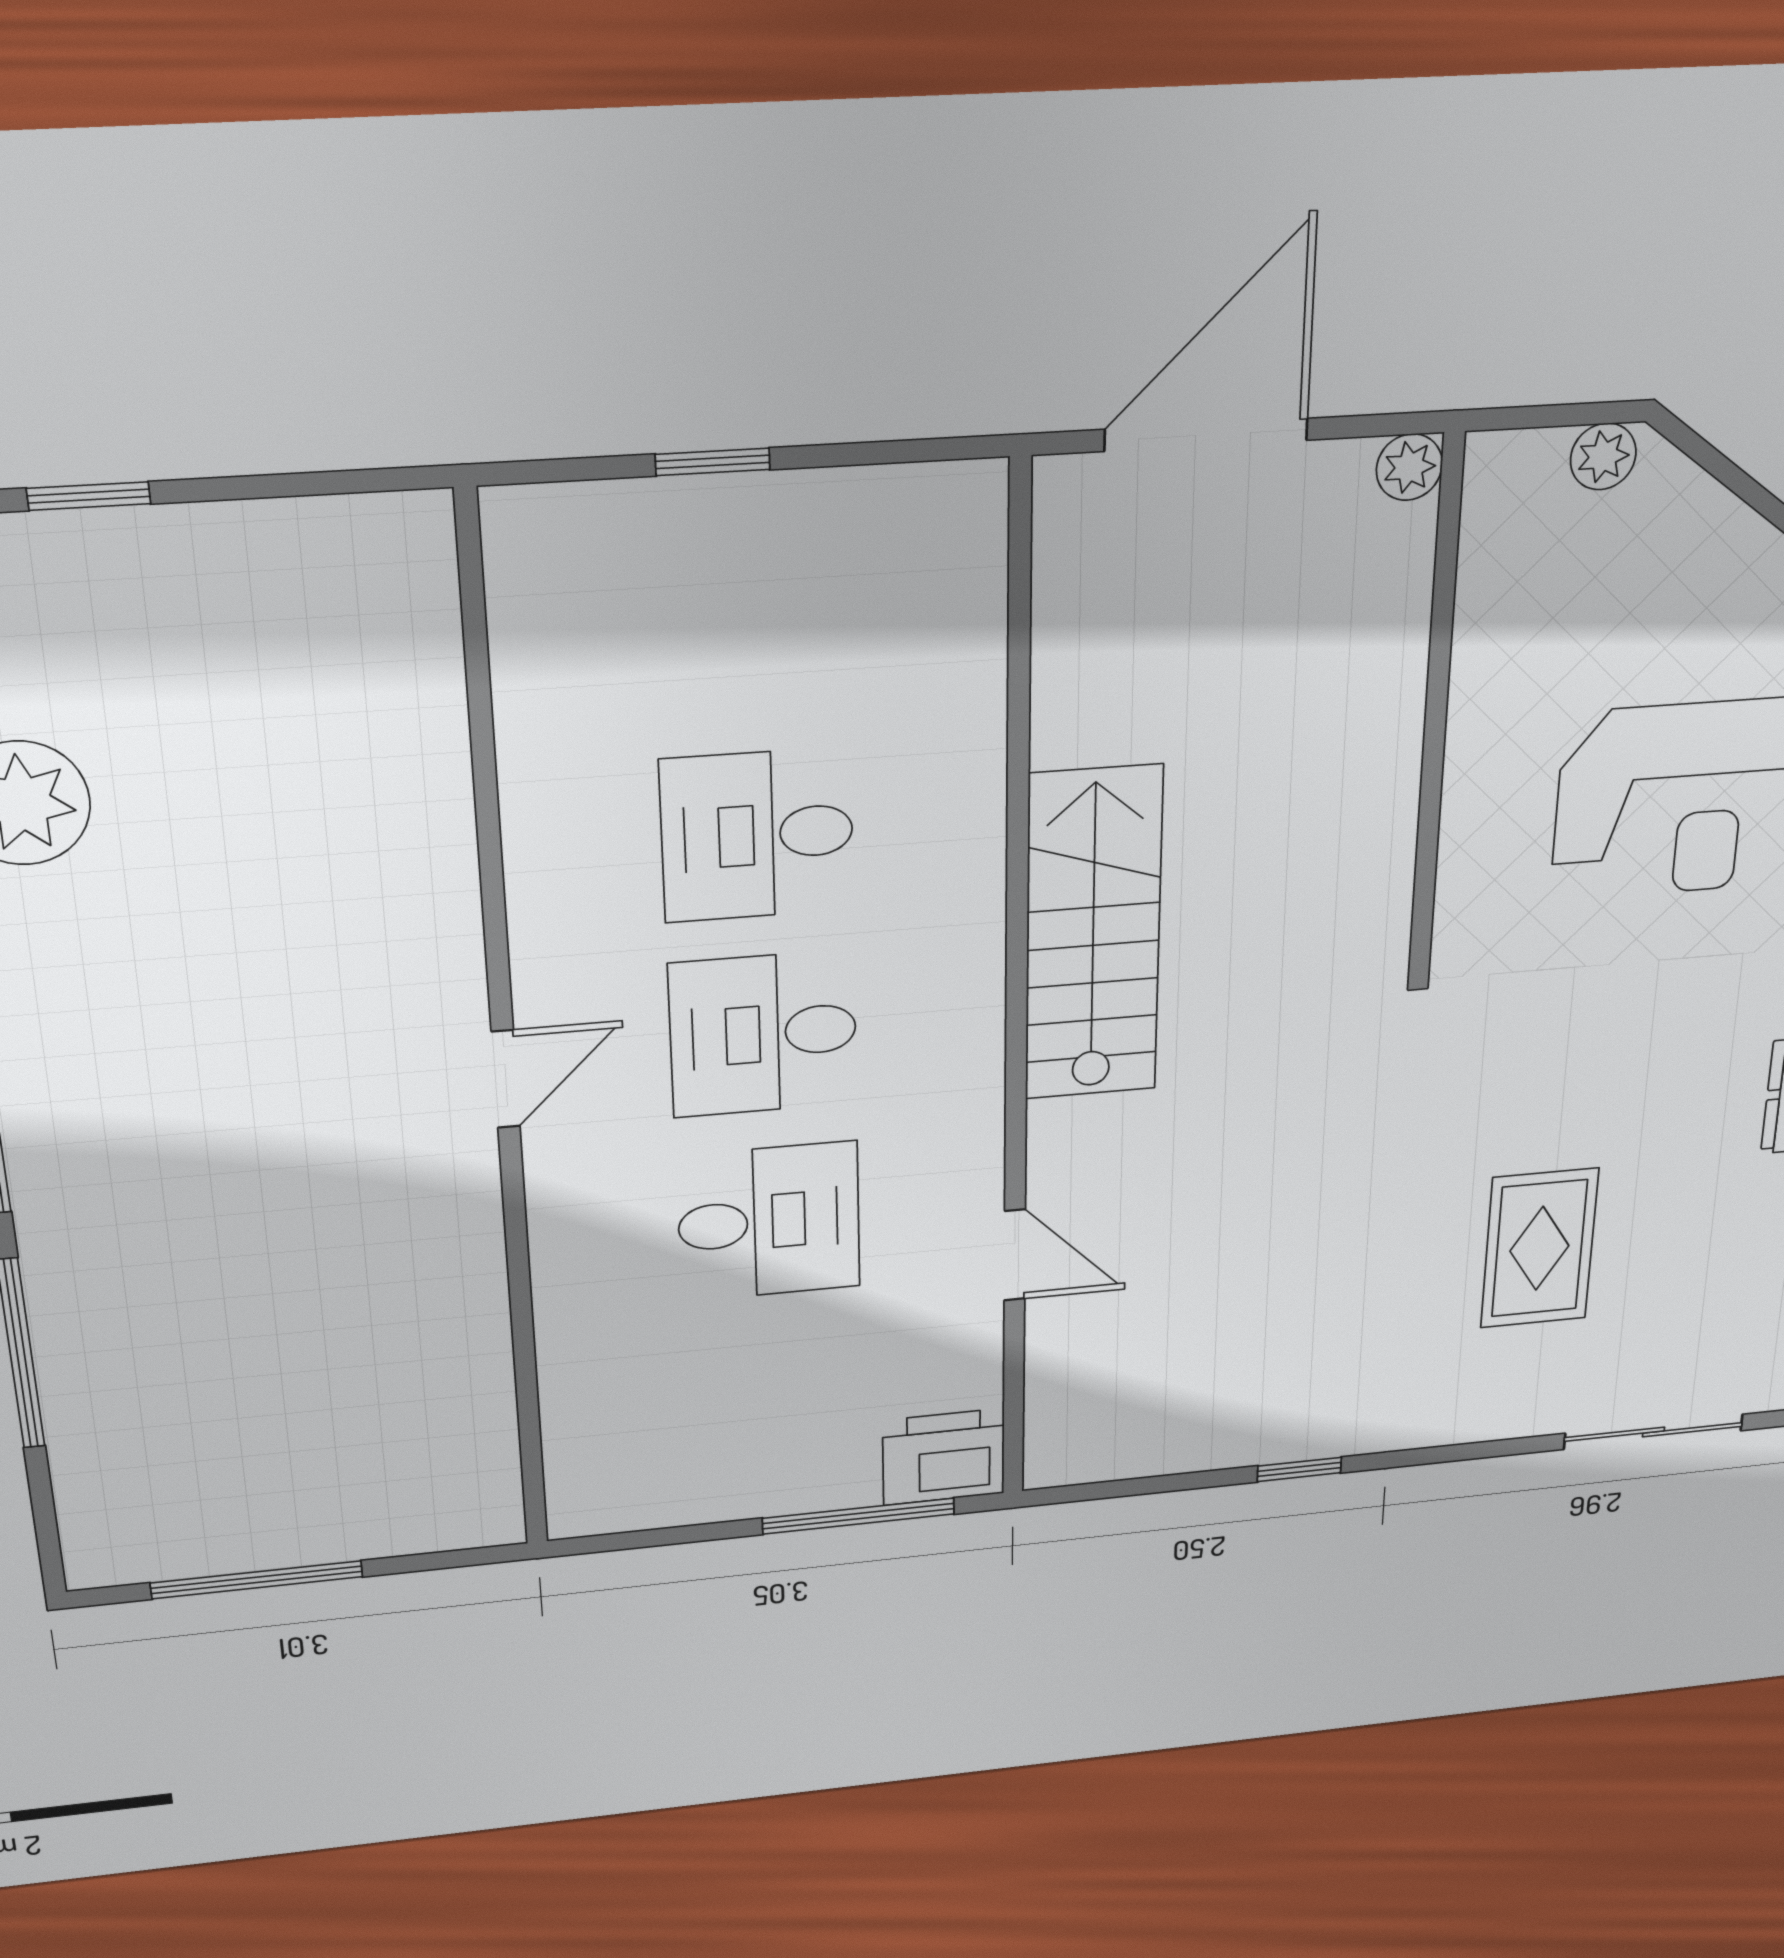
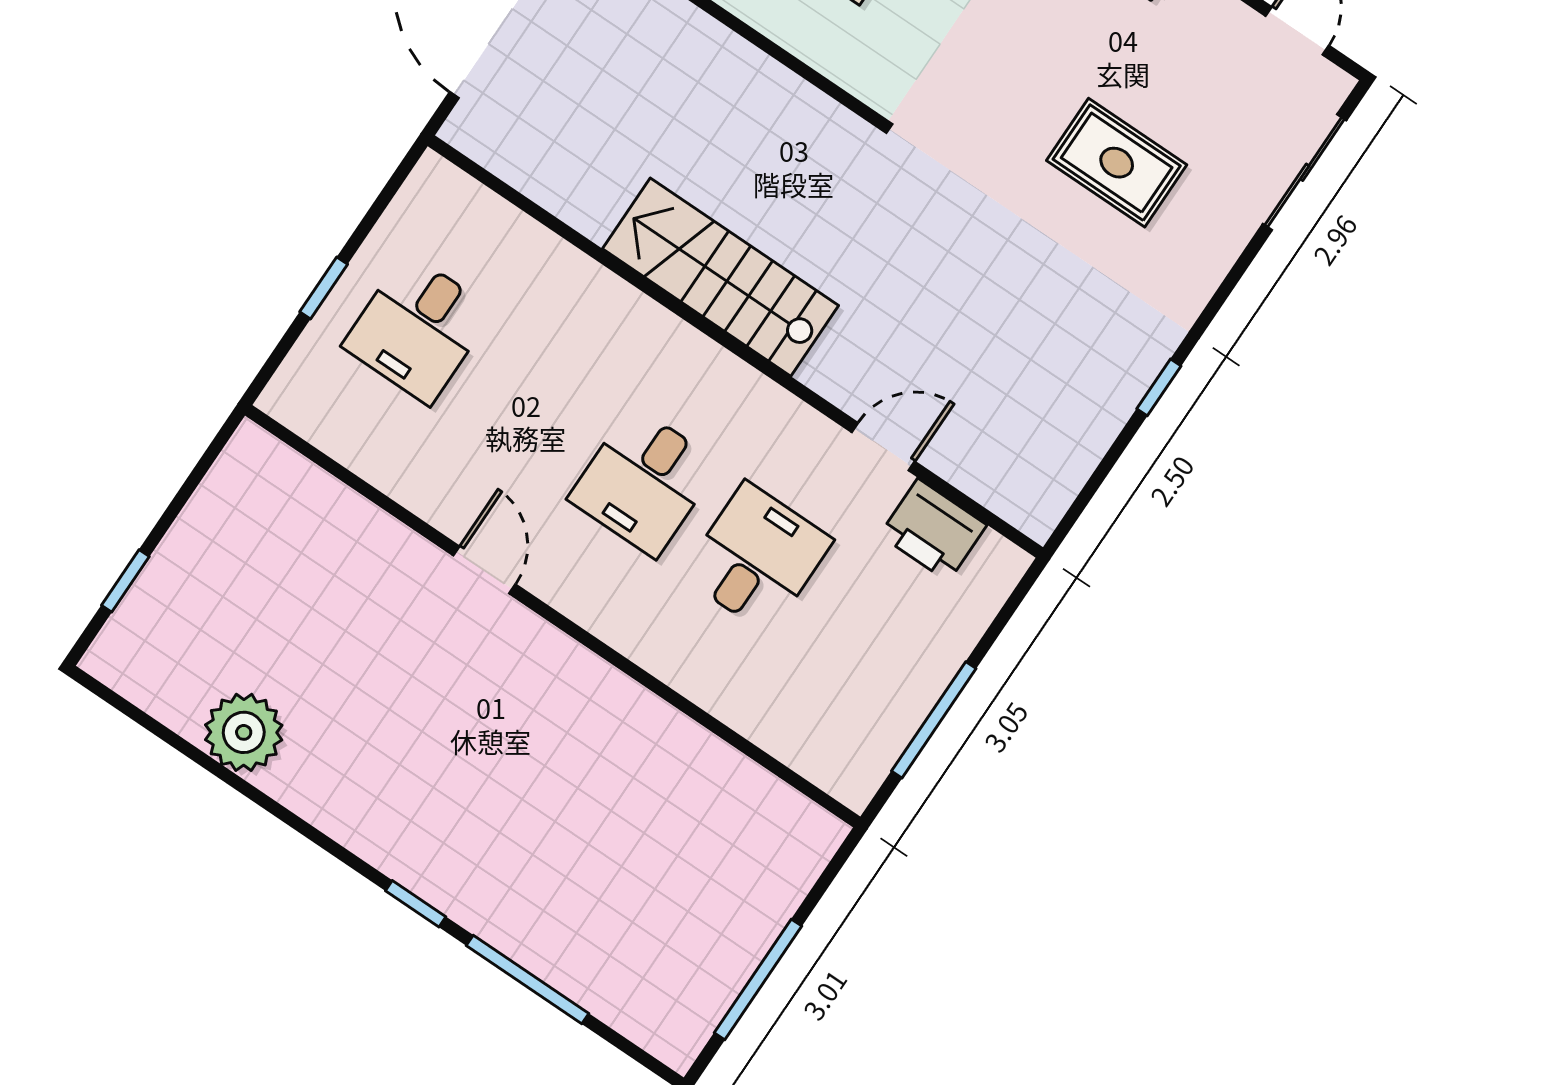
desk: (757, 835) -> (418, 328), moved
door: (506, 1079) -> (484, 570), moved
printer: (944, 1457) -> (933, 530), moved, turned -90
window: (859, 1516) -> (934, 720), moved

